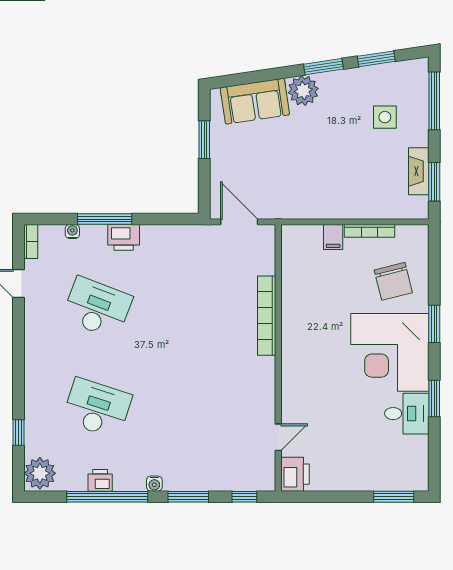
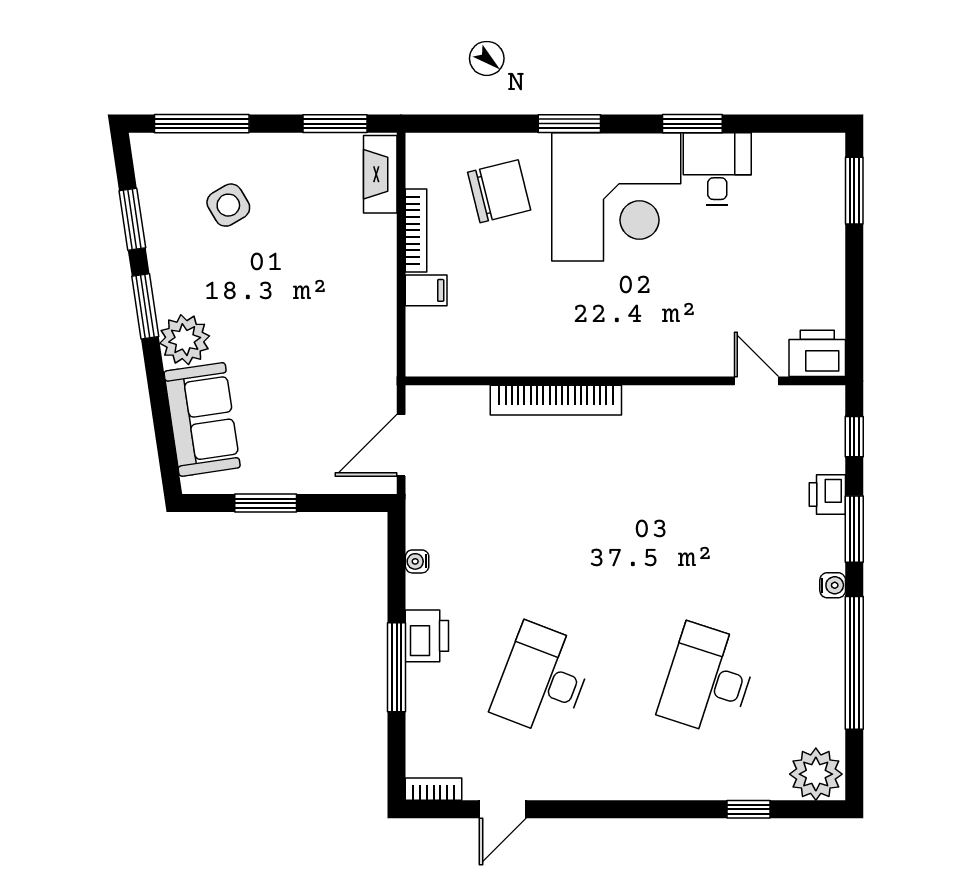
side table: (385, 117) -> (228, 205), turned -30
fireplace: (419, 171) -> (380, 174), moved, turned 90
water cooler: (72, 232) -> (417, 561), moved
printer: (100, 480) -> (827, 494), moved

